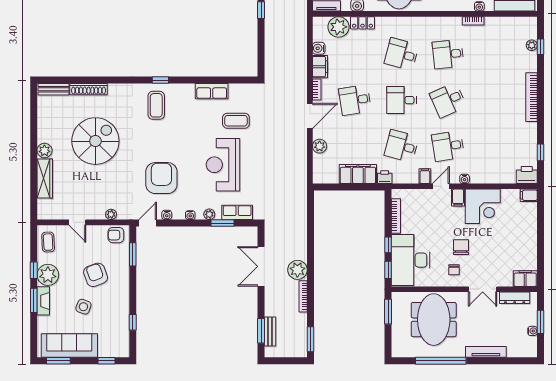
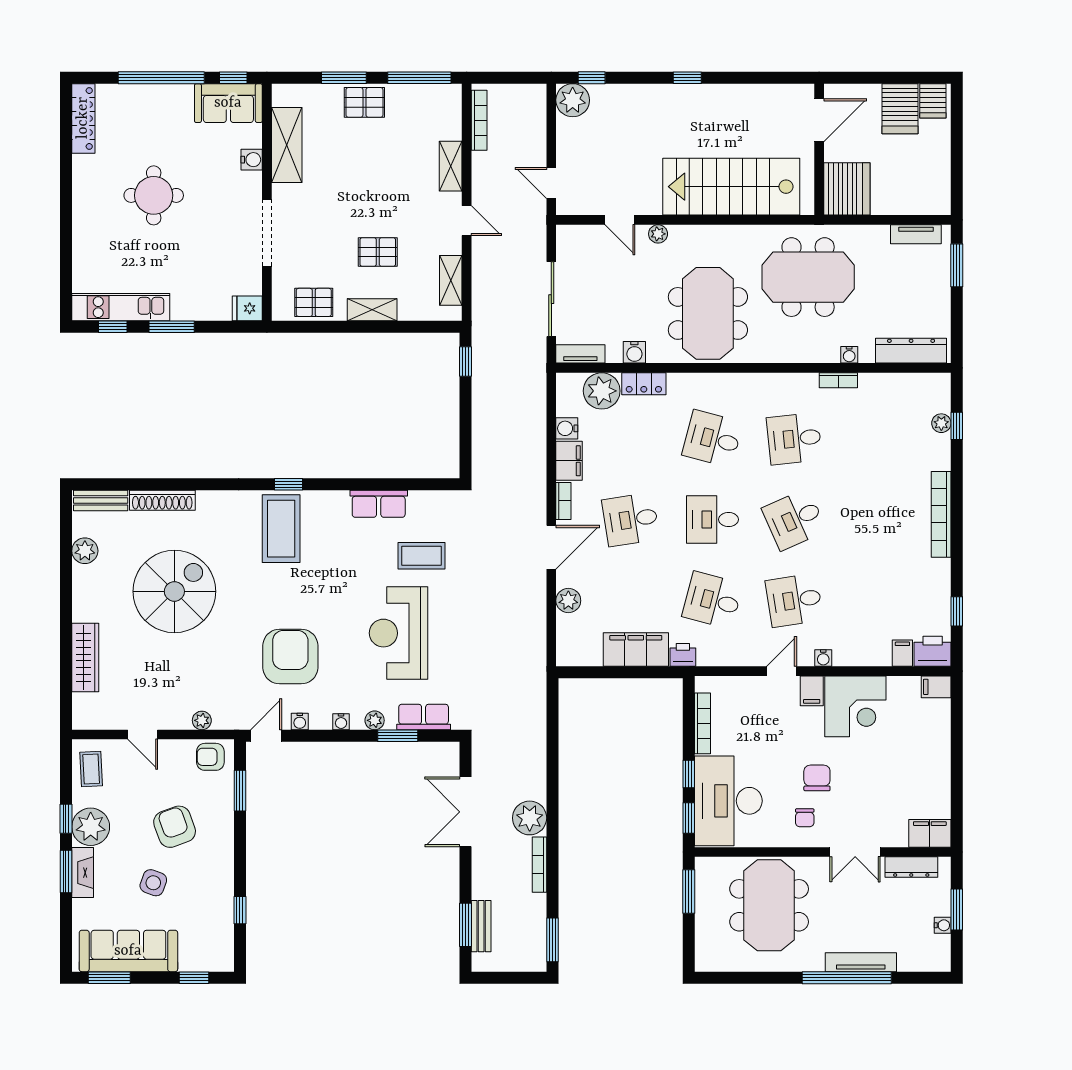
coffee table: (156, 105) -> (281, 529), width x1.36, depth x1.32
plant: (44, 151) -> (85, 551), moved
filing cabinet: (425, 176) -> (902, 653), moved
window: (441, 361) -> (847, 978), moved

